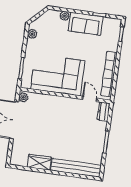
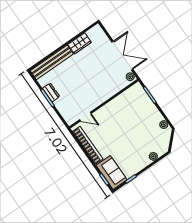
sofa: (86, 24) -> (112, 172), moved, turned 90
corner sofa: (58, 75) -> (121, 113), removed
dresser: (104, 112) -> (51, 92), moved

